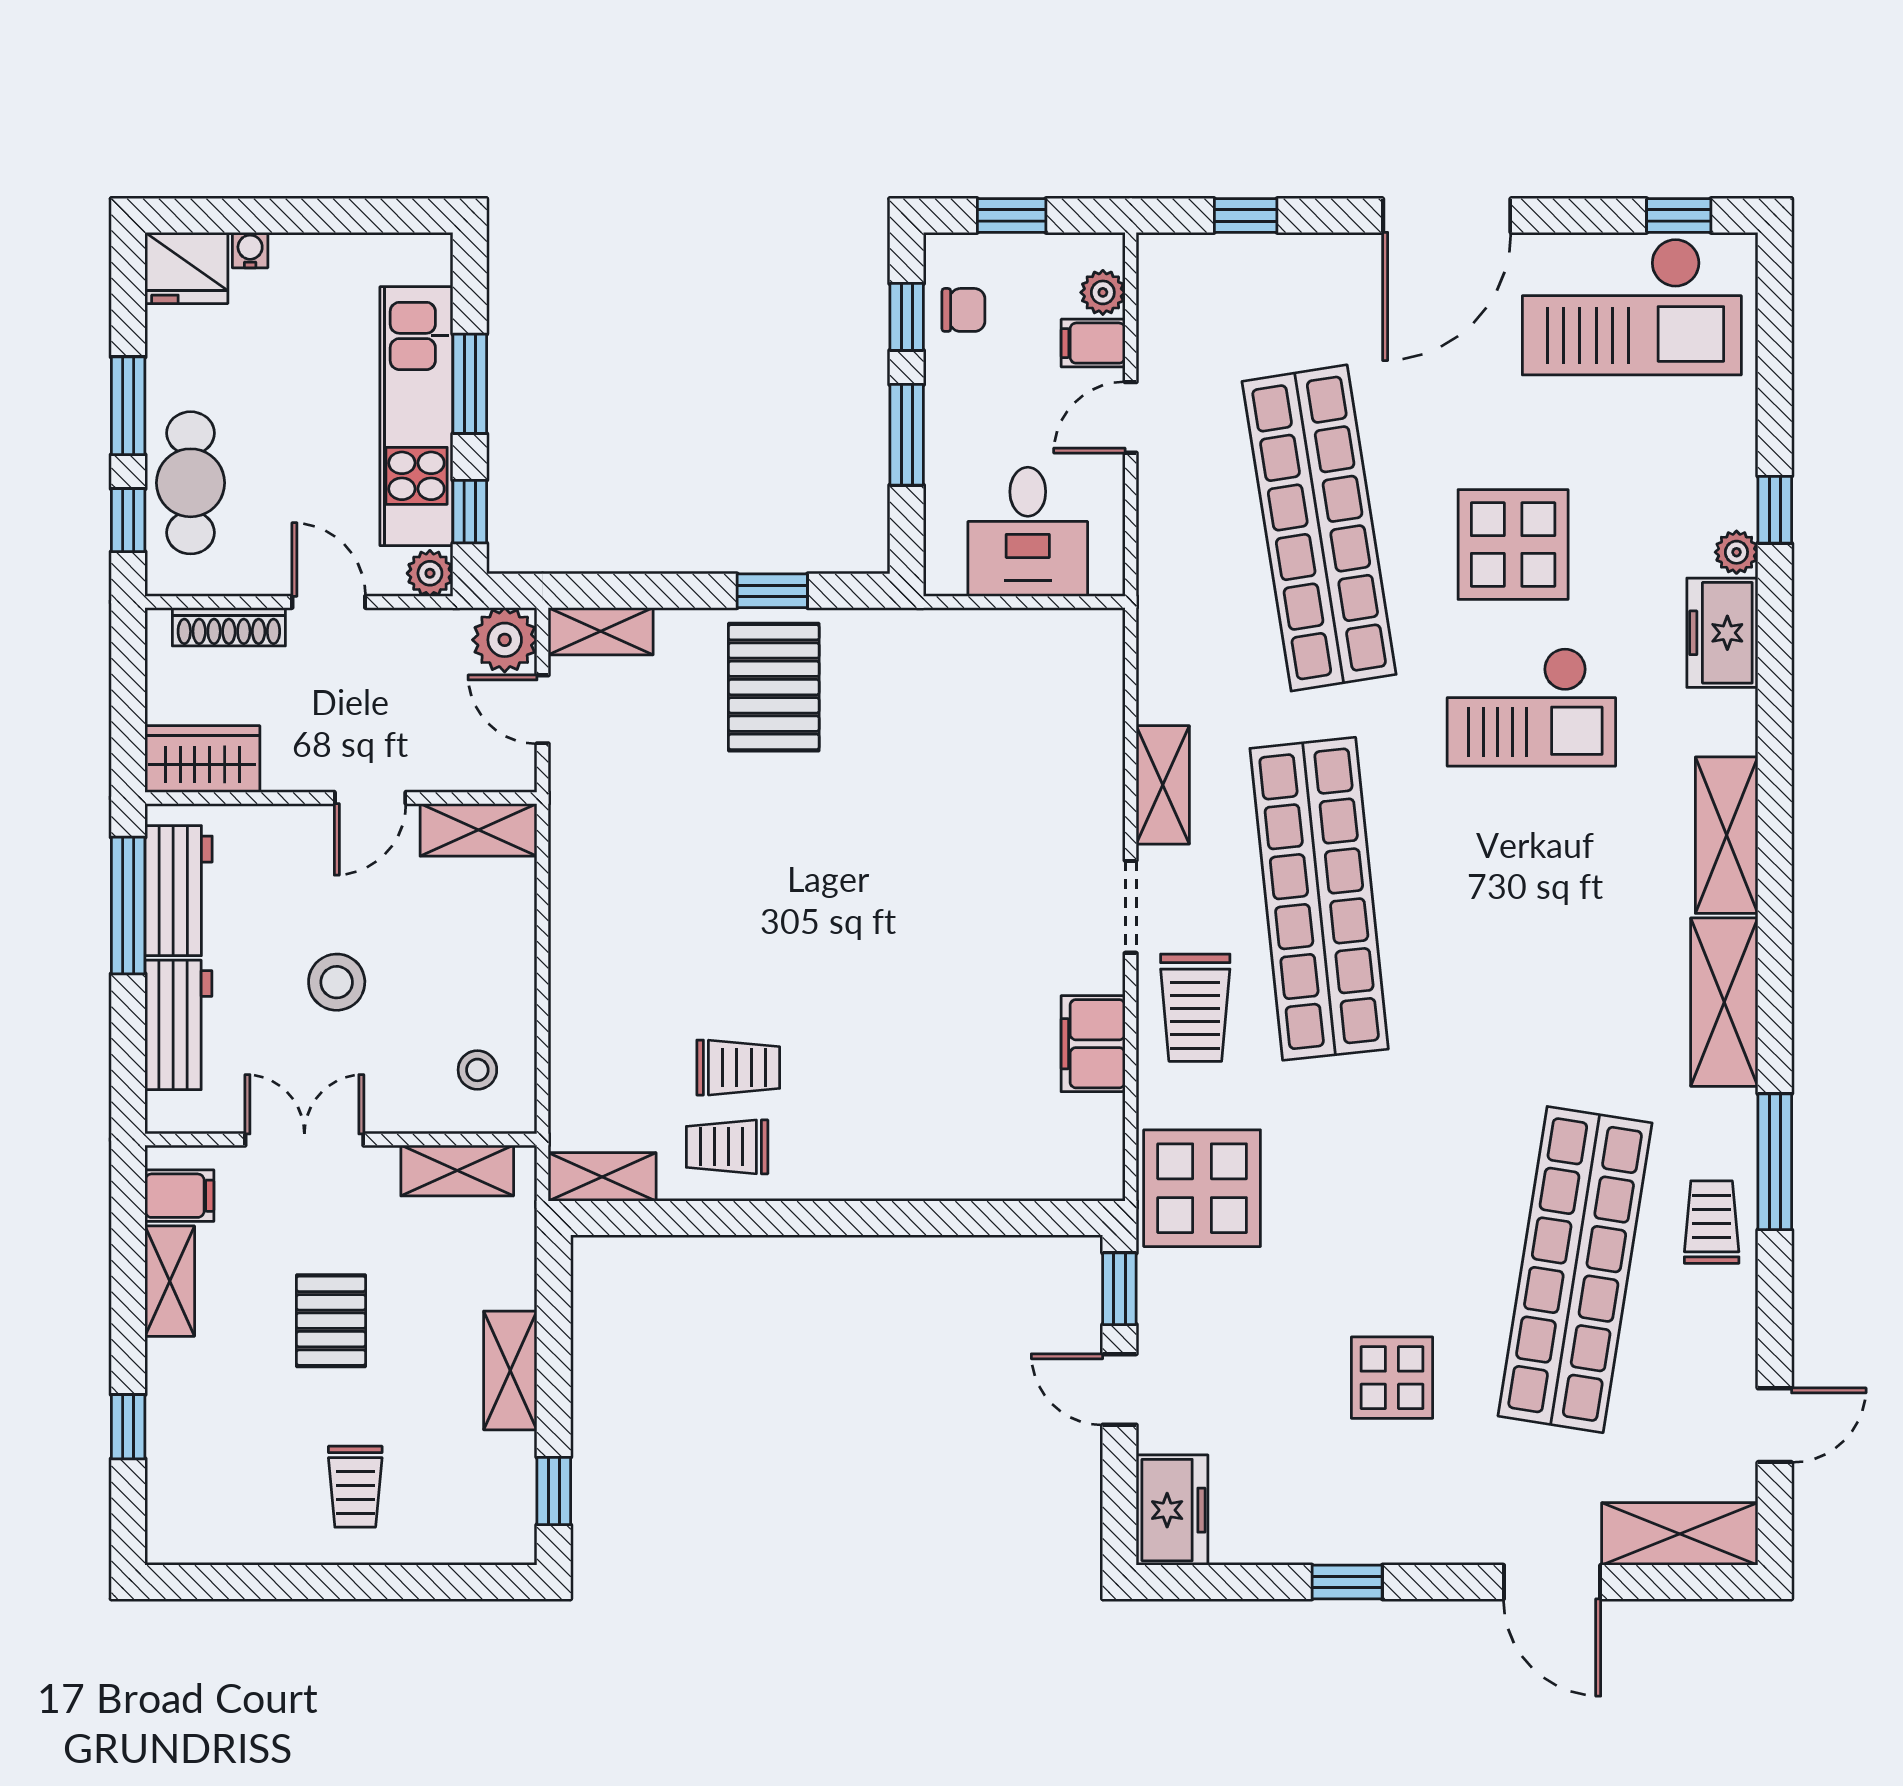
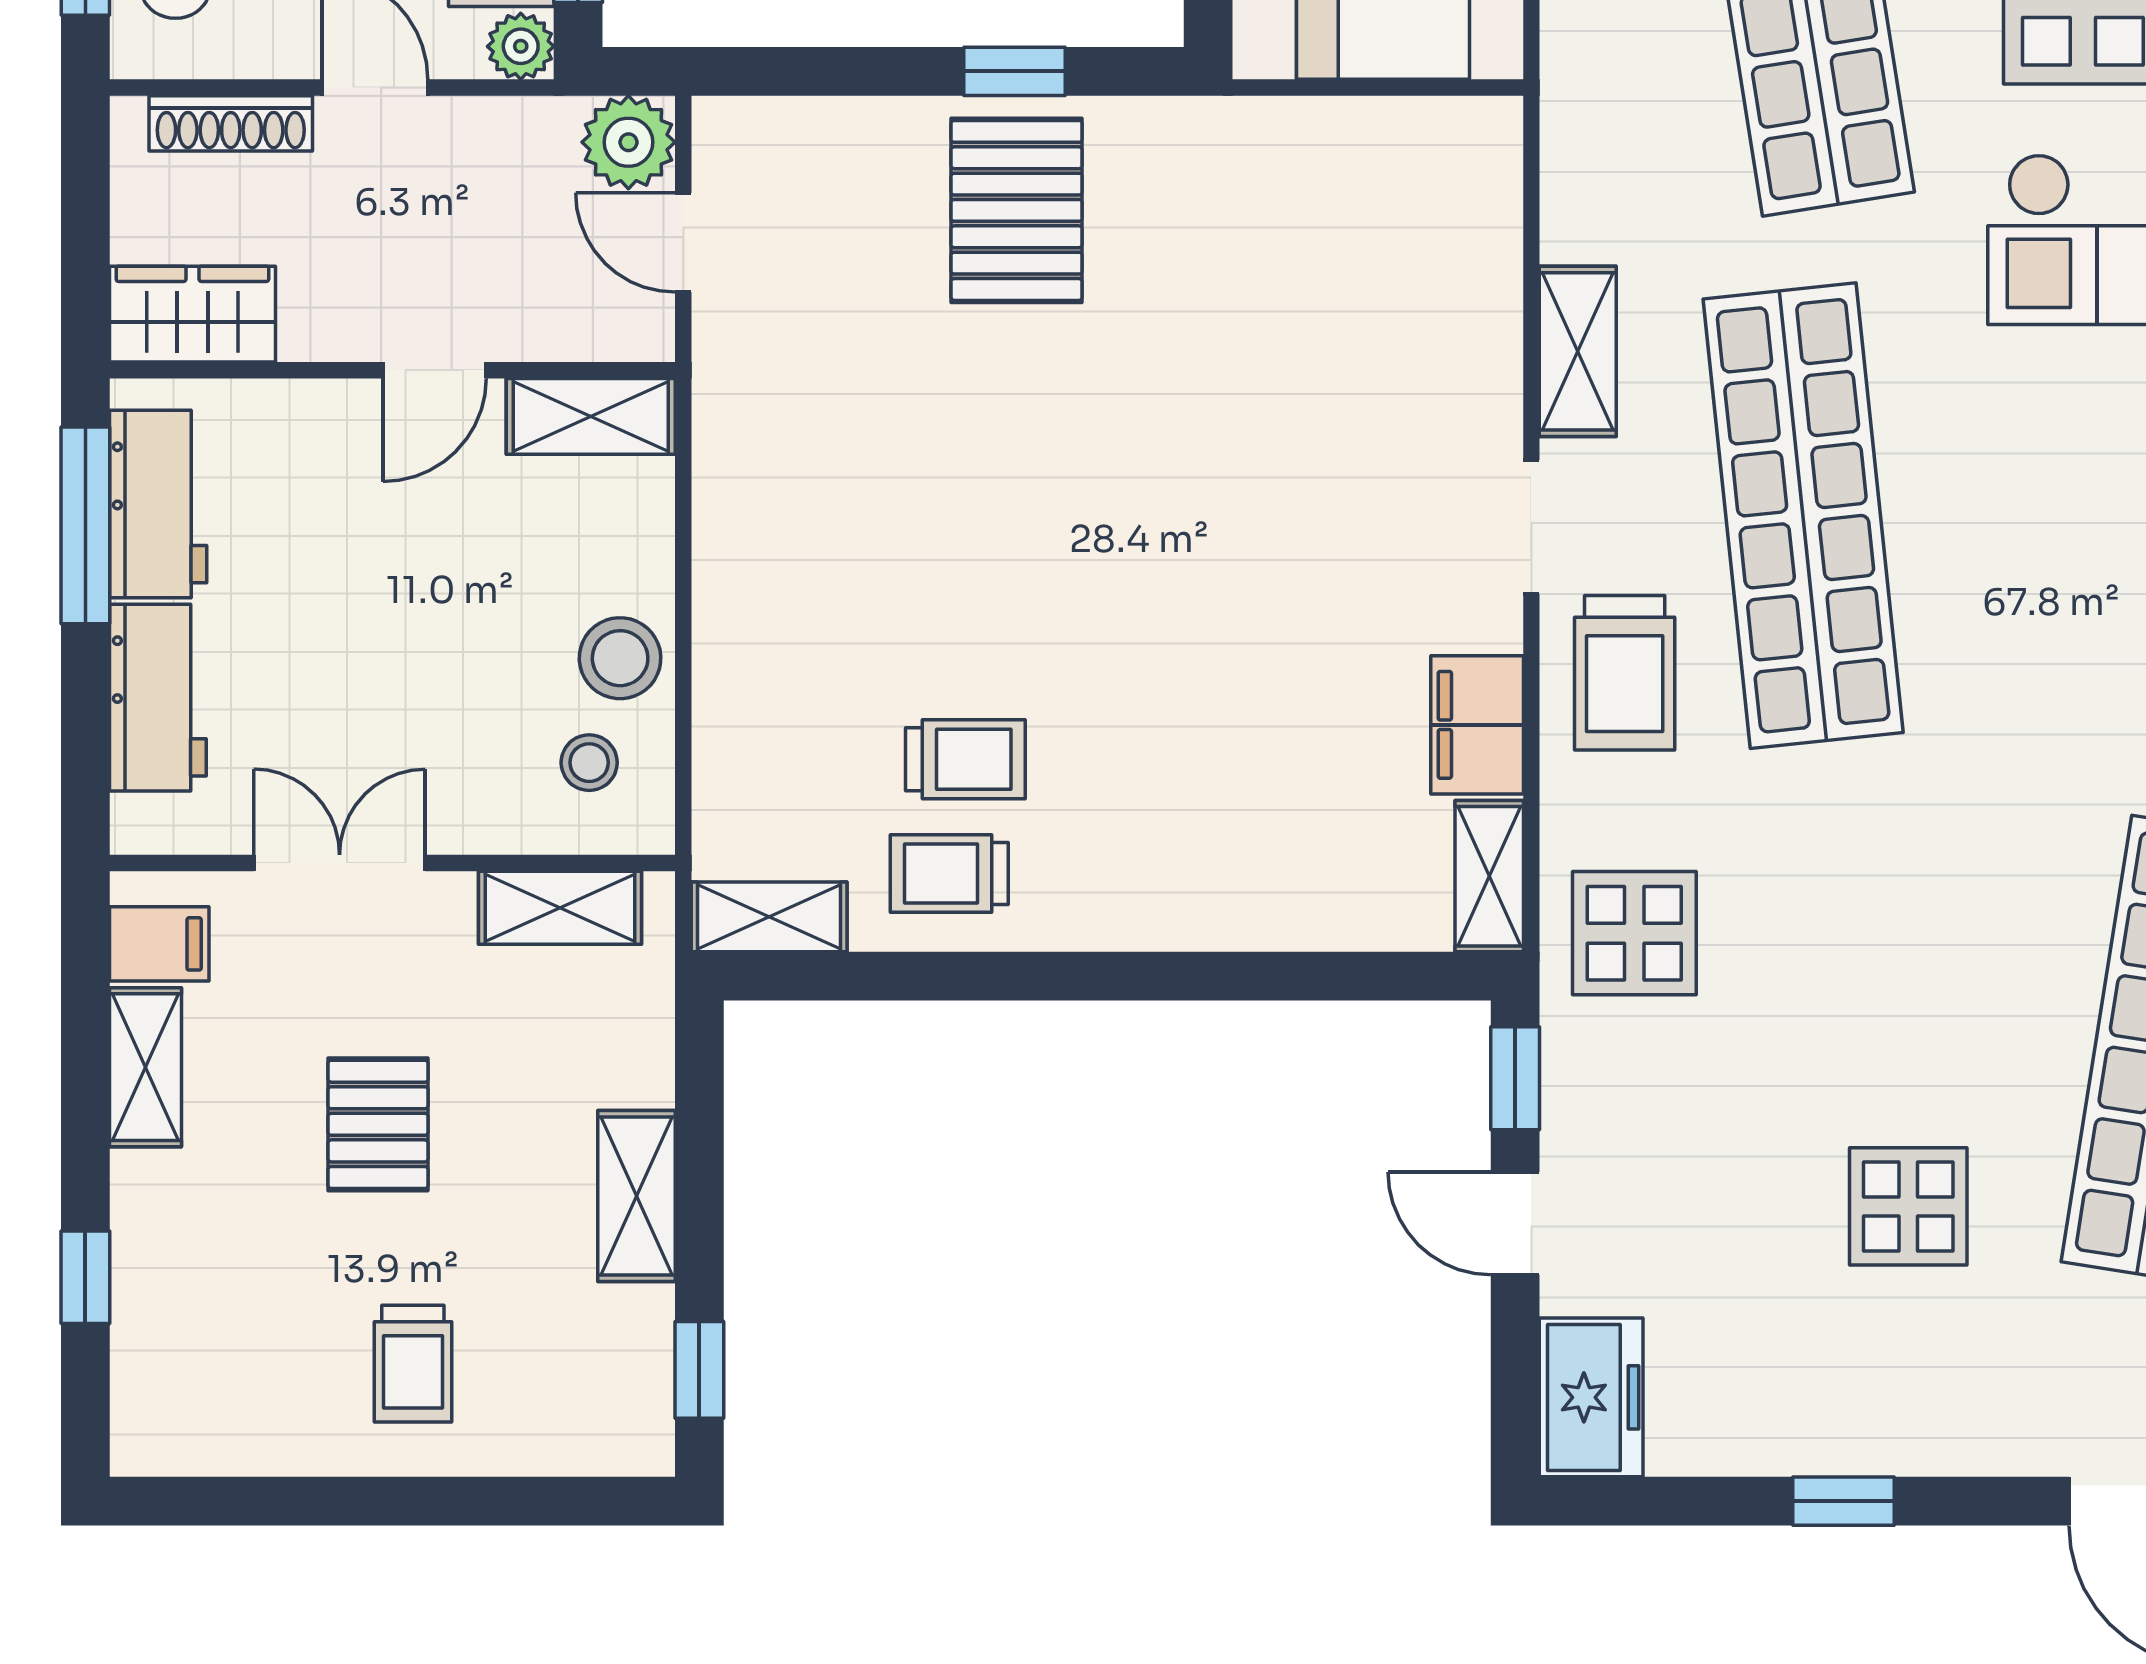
shelving: (601, 631) -> (1489, 876), moved, turned 90
stool: (337, 982) -> (620, 658), moved
display table: (1202, 1188) -> (1634, 933), width x0.73, depth x0.73

